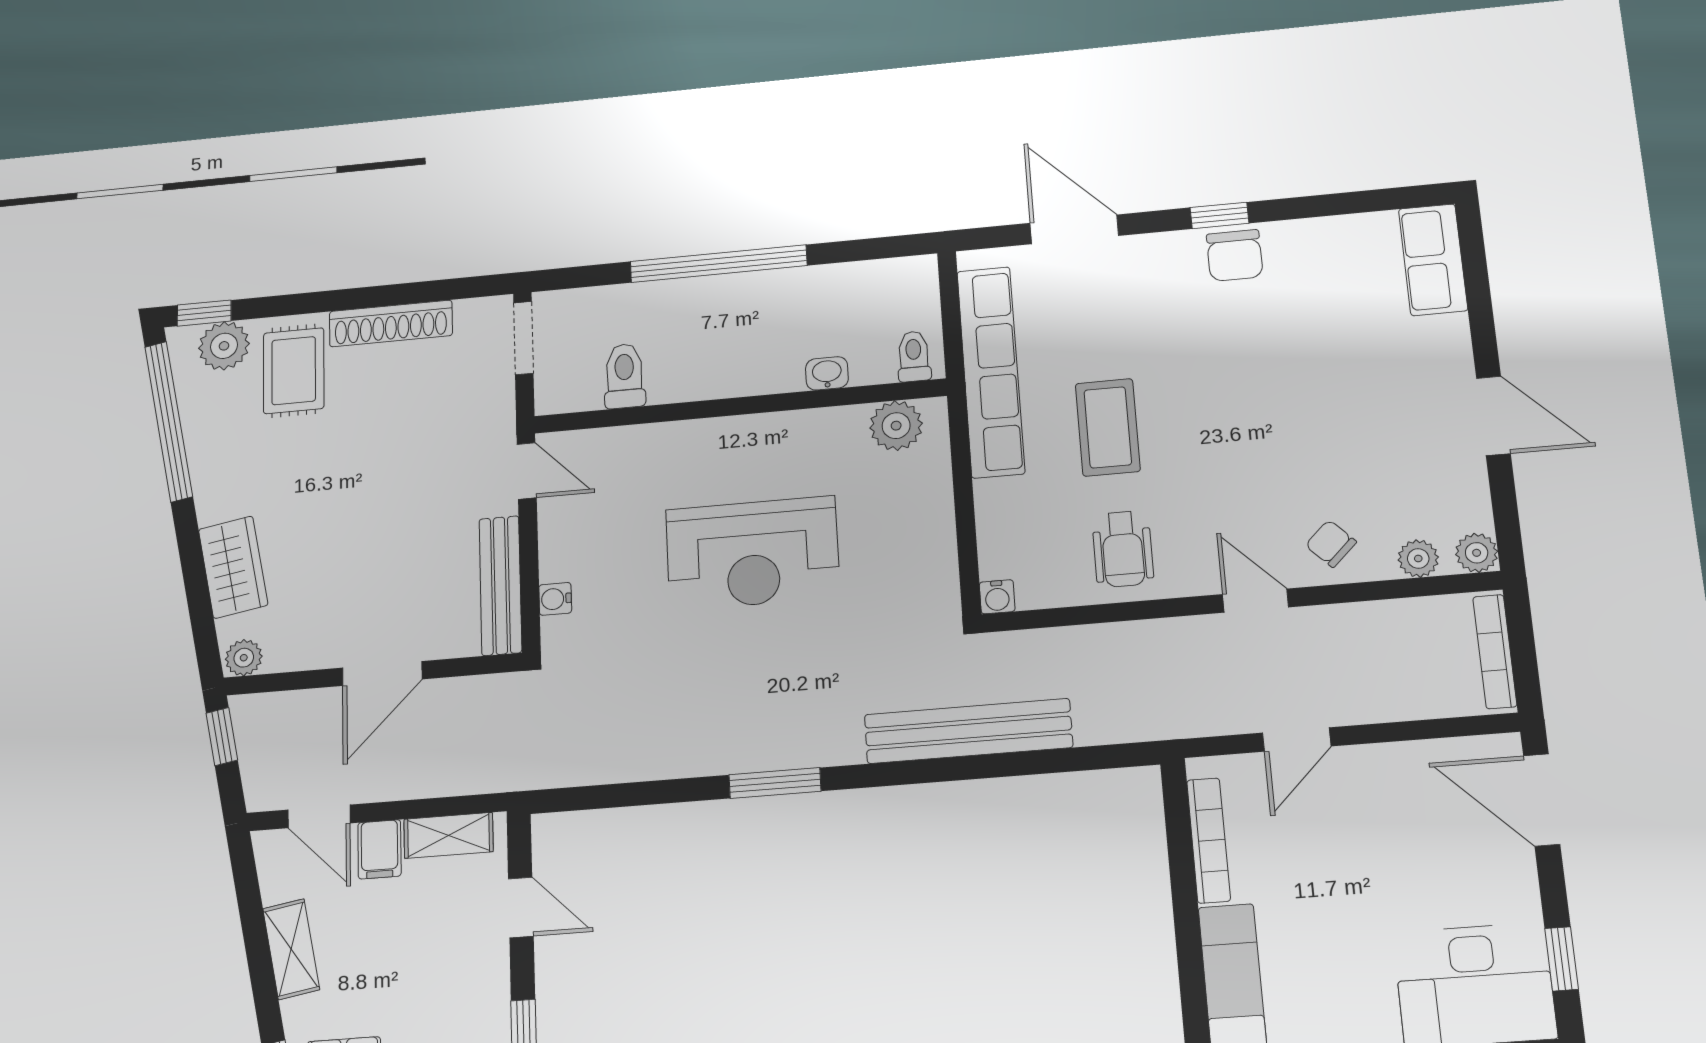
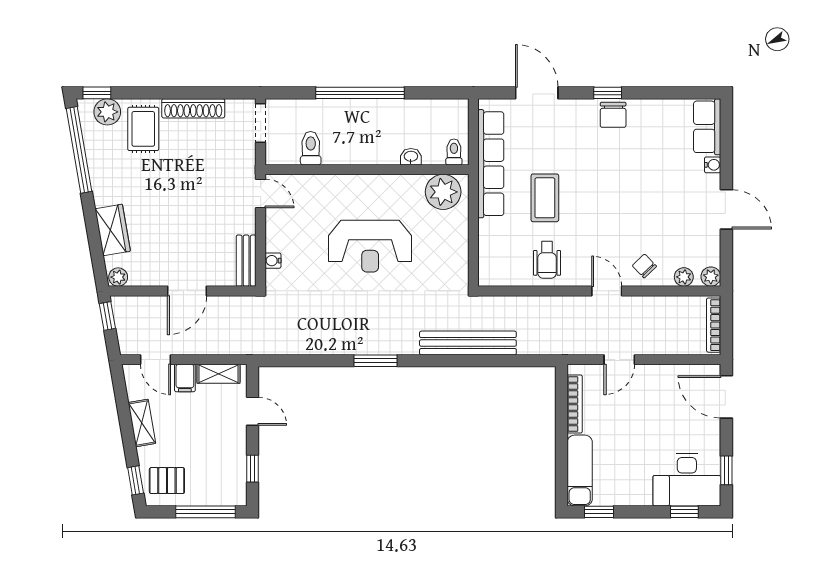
plant: (896, 426) -> (443, 192), width x1.36, depth x1.36
bench: (500, 585) -> (246, 261), width x0.73
water cooler: (997, 597) -> (713, 165), moved, turned -90

